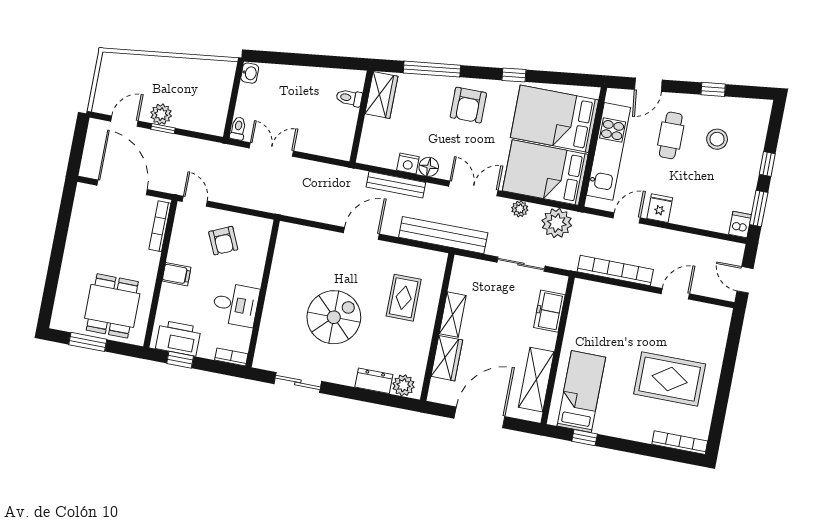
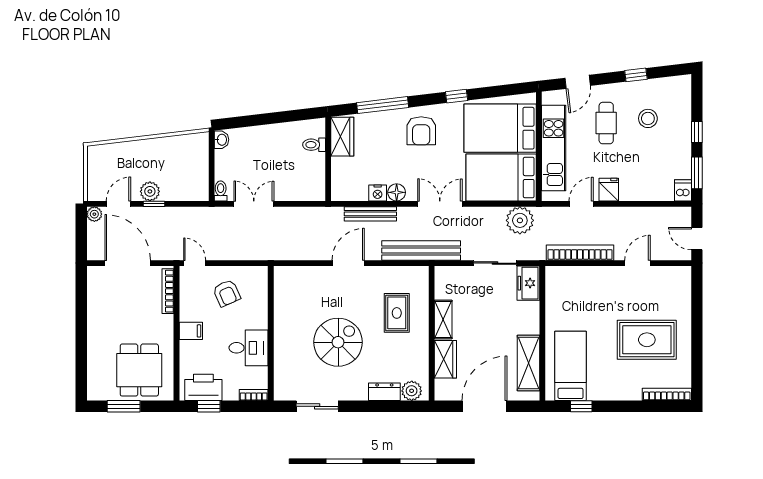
plant: (520, 209) -> (94, 214), moved
freezer: (549, 311) -> (528, 283), moved

